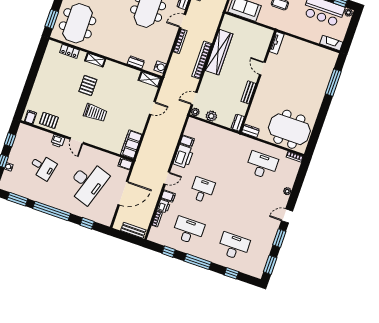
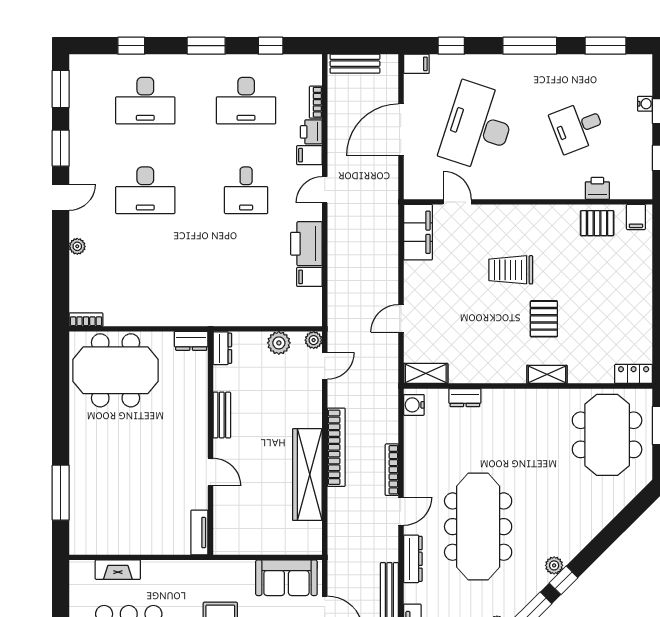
fireplace: (331, 43) -> (118, 570), moved
locker: (69, 51) -> (634, 374), moved
printer: (58, 141) -> (597, 188), moved
door: (77, 141) -> (457, 202), moved
filing cabinet: (125, 164) -> (416, 64), moved
desk: (262, 165) -> (145, 190), moved
desk: (43, 167) -> (578, 127), turned -33
window: (52, 211) -> (530, 46), width x0.68
window: (198, 262) -> (206, 46), width x0.69

